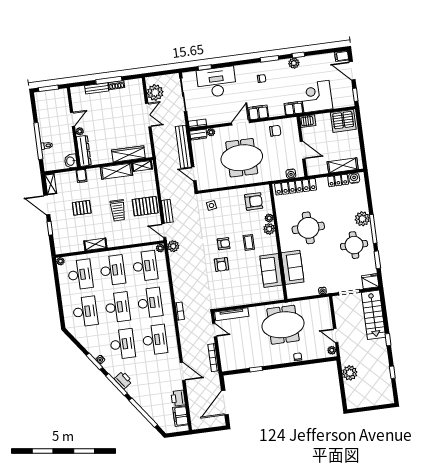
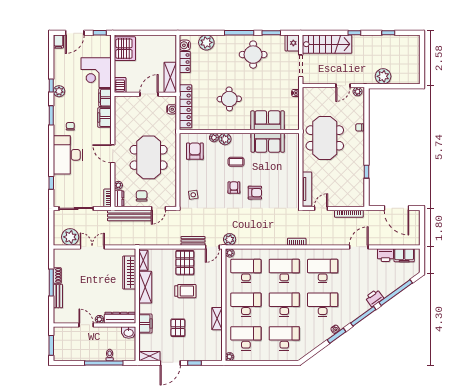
desk: (217, 82) -> (68, 155), moved
filing cabinet: (258, 112) -> (105, 117), moved
chair: (275, 131) -> (142, 196), moved
shelving: (343, 165) -> (170, 77), moved
filing cabinet: (82, 176) -> (145, 323), width x2.00
plant: (362, 219) -> (206, 42), moved
round table: (308, 228) -> (229, 99), width x0.73, depth x0.73
printer: (123, 380) -> (374, 298), moved

